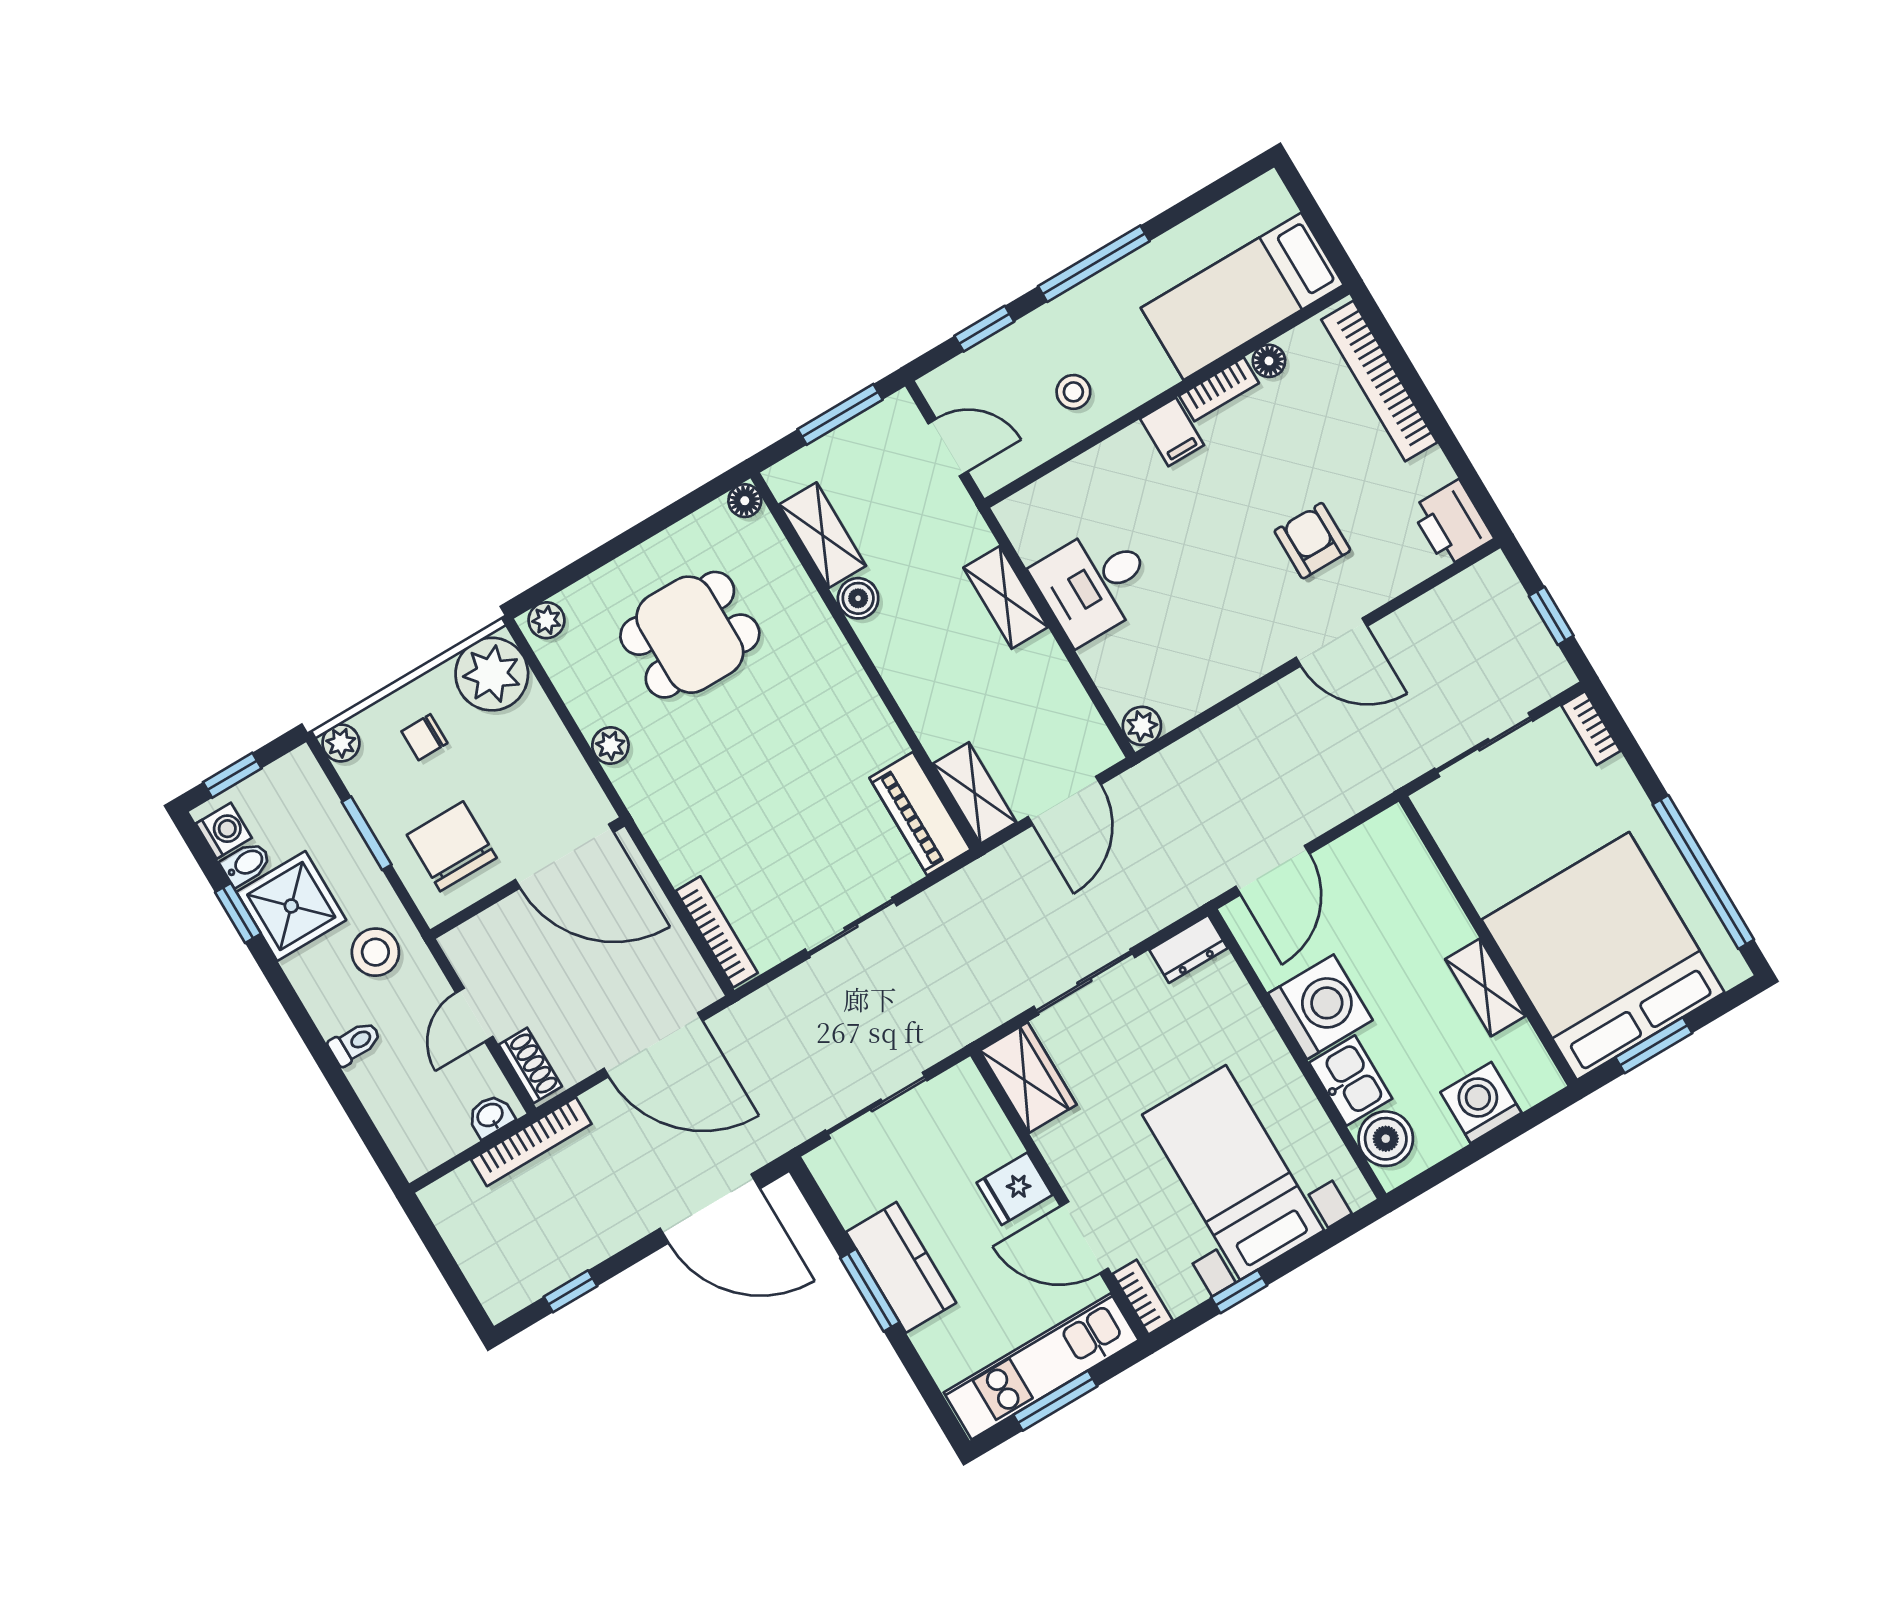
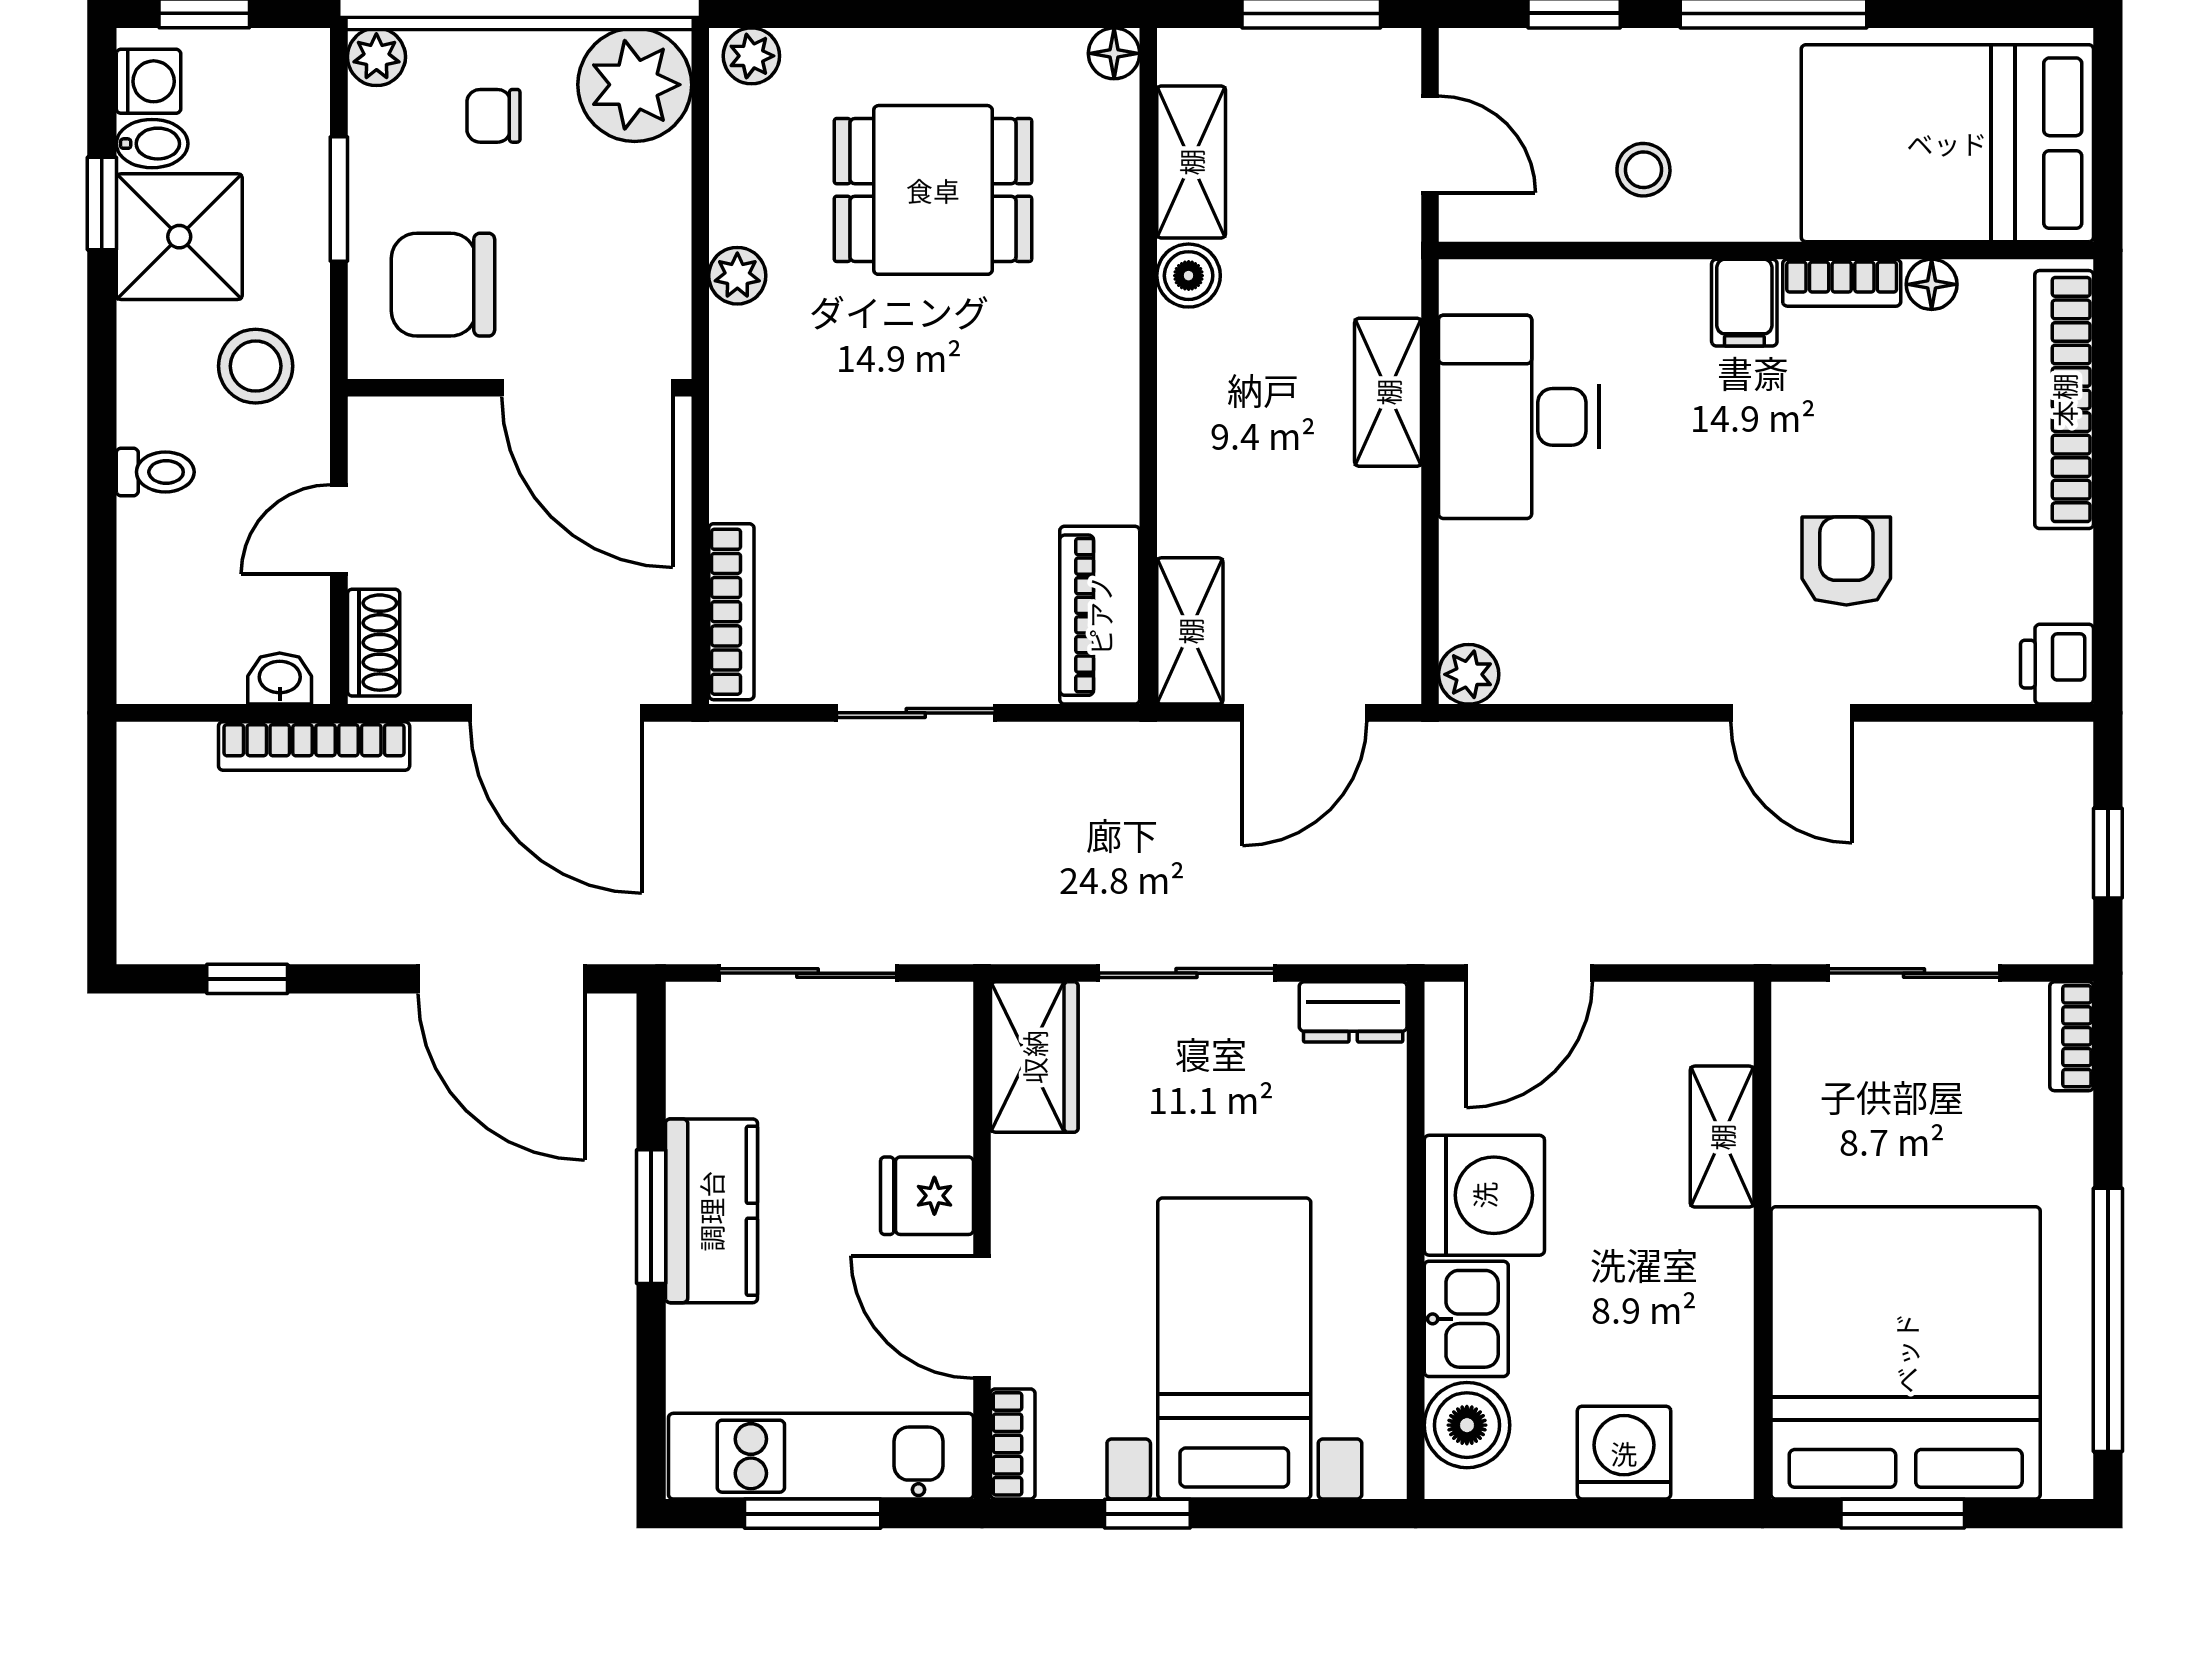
bed: (1242, 296) -> (1947, 143), width x1.50
printer: (1452, 523) -> (2057, 664), width x0.73, depth x0.81
desk: (1094, 583) -> (1519, 417), width x1.37
chair: (452, 846) -> (443, 285), turned -90
shelving: (1485, 988) -> (1722, 1137), moved

